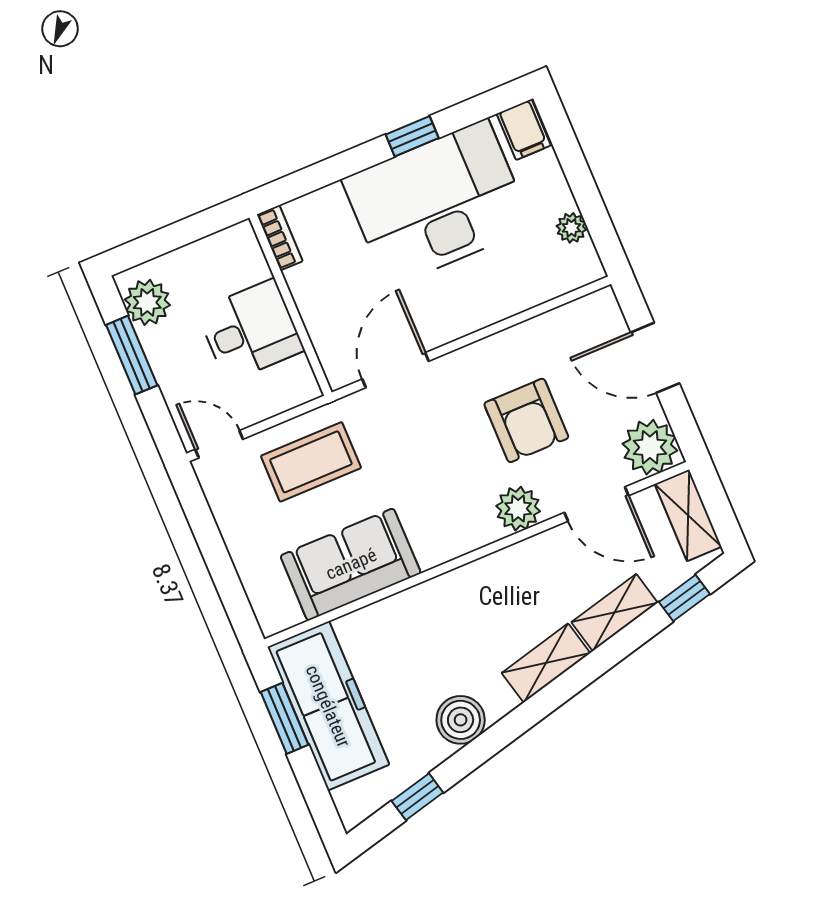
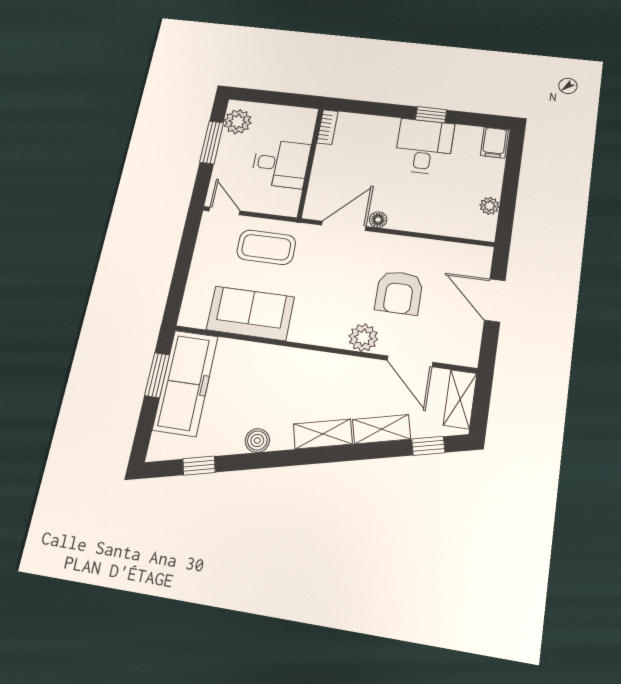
desk: (437, 203) -> (424, 147), width x0.53, depth x0.77
floor lamp: (436, 334) -> (378, 220), added
plant: (650, 447) -> (461, 348), removed
boiler: (461, 720) -> (257, 440), width x0.73, depth x0.73

